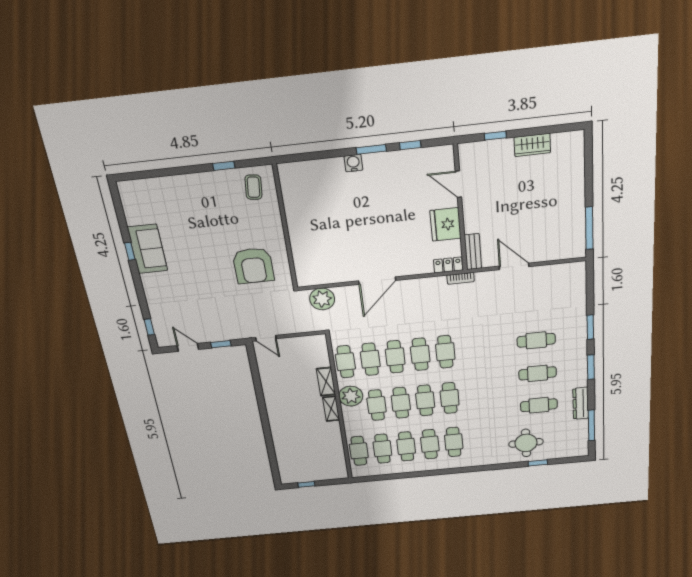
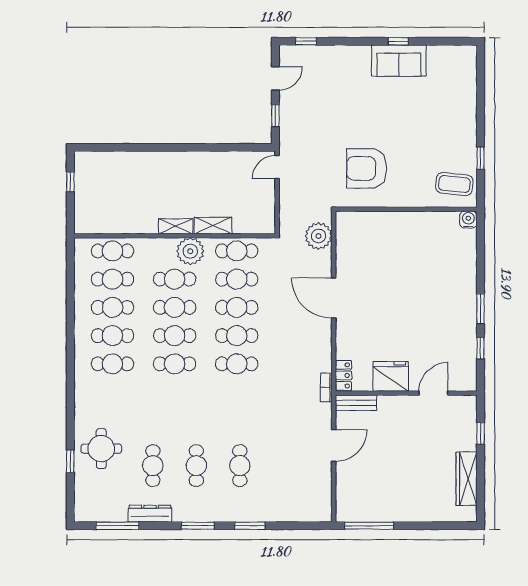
wardrobe: (532, 145) -> (467, 479), width x1.50
water cooler: (353, 163) -> (468, 220), moved, turned -90
coffee table: (253, 187) -> (454, 184), width x1.36, depth x1.30

